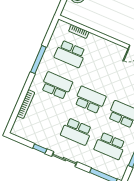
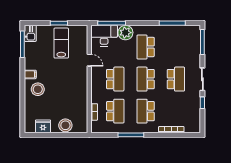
school desk: (110, 146) -> (115, 79), moved

